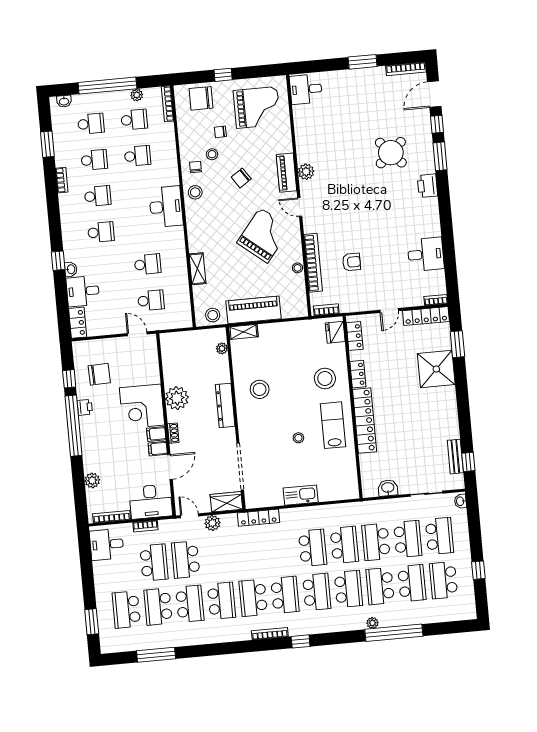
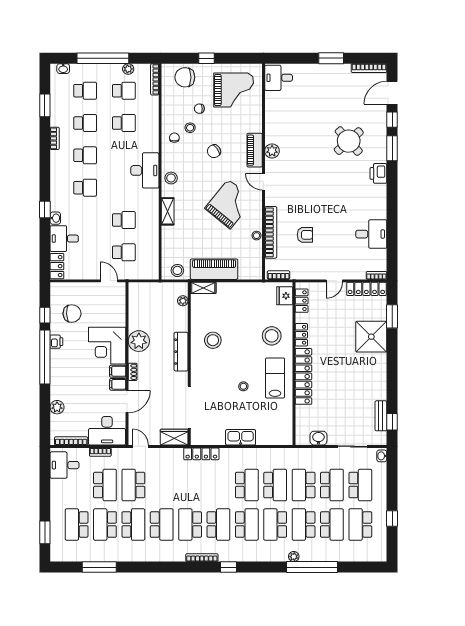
stool: (195, 192) -> (171, 178), moved
shelving: (197, 269) -> (168, 211), moved
plant: (212, 523) -> (160, 455), removed
school desk: (348, 589) -> (275, 524), turned 180

